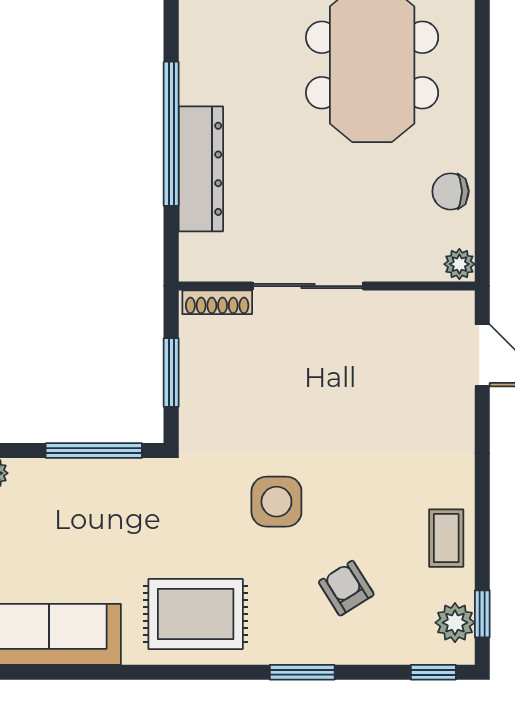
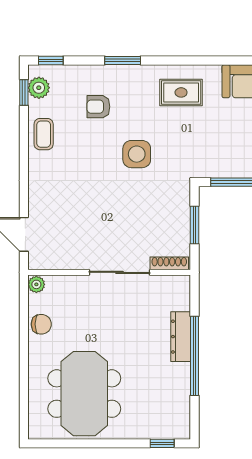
dresser: (201, 169) -> (181, 337), width x0.73, depth x0.80
armchair: (346, 588) -> (98, 107), turned 122
rug: (196, 614) -> (181, 92), width x0.73, depth x0.70

